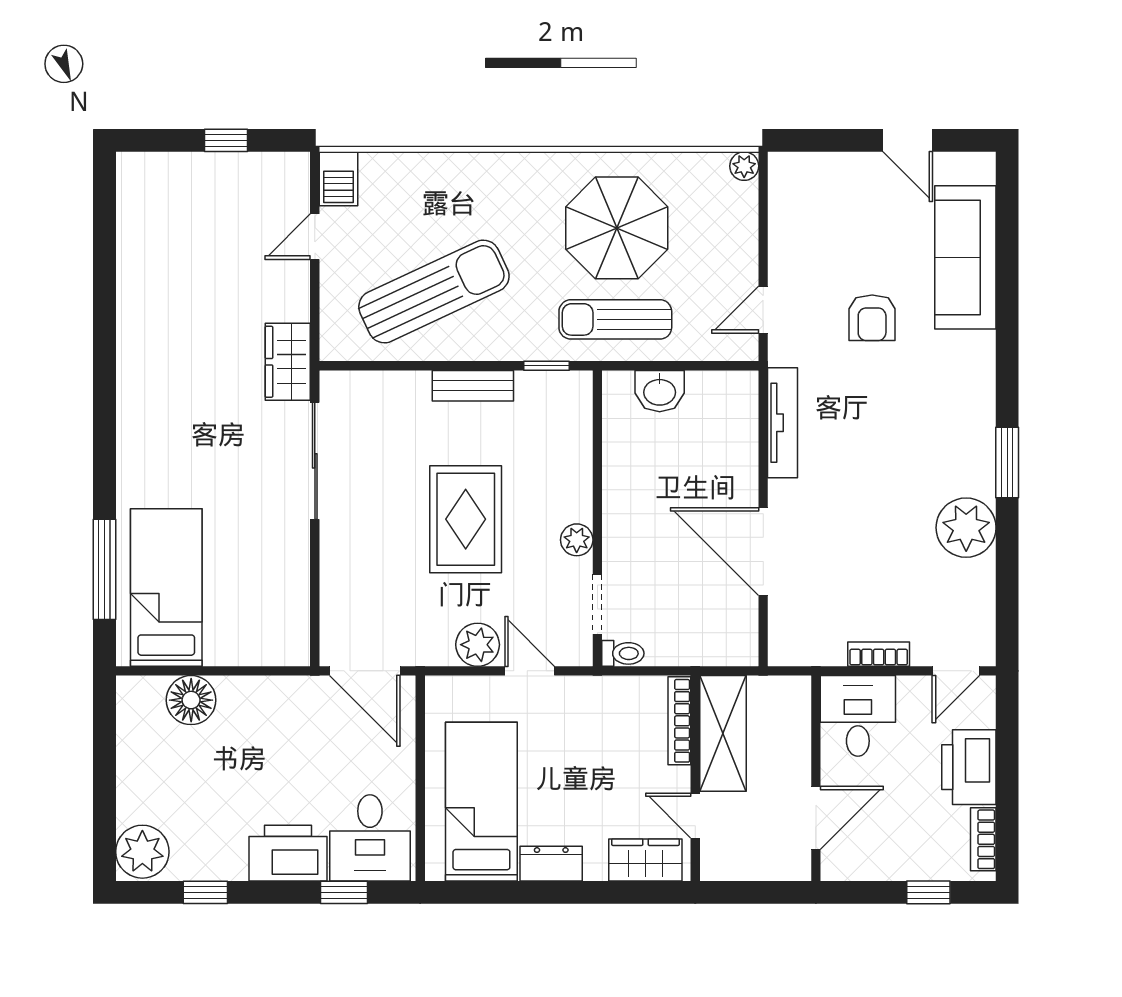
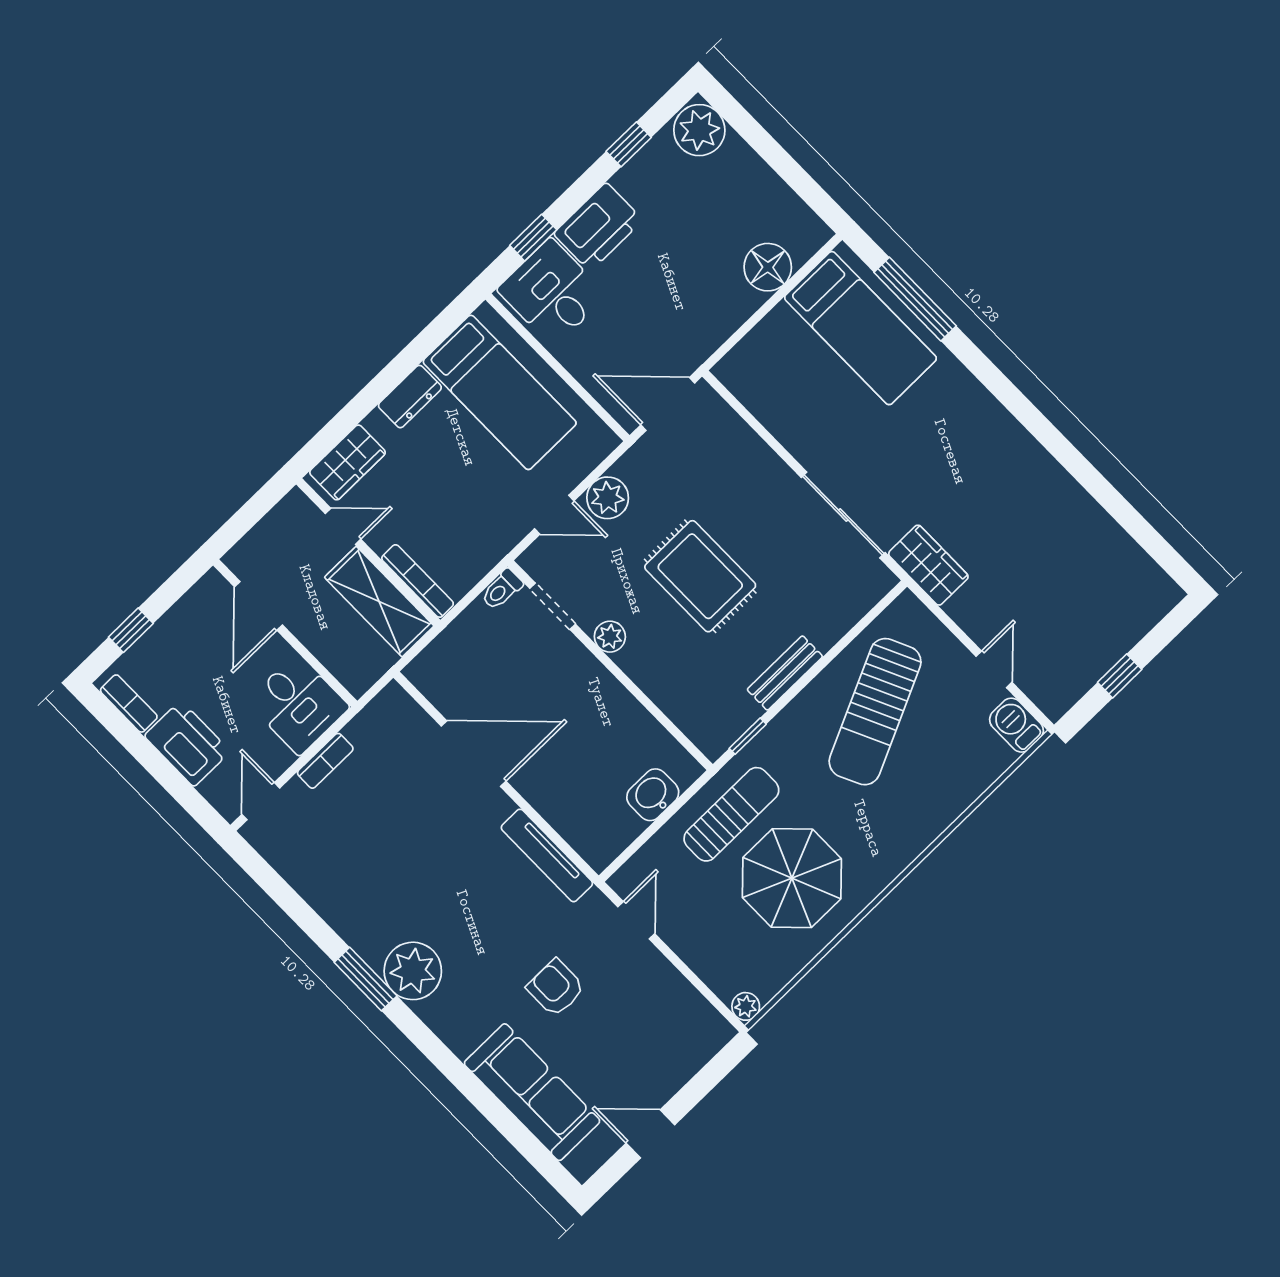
plant: (966, 528) -> (413, 971), moved

